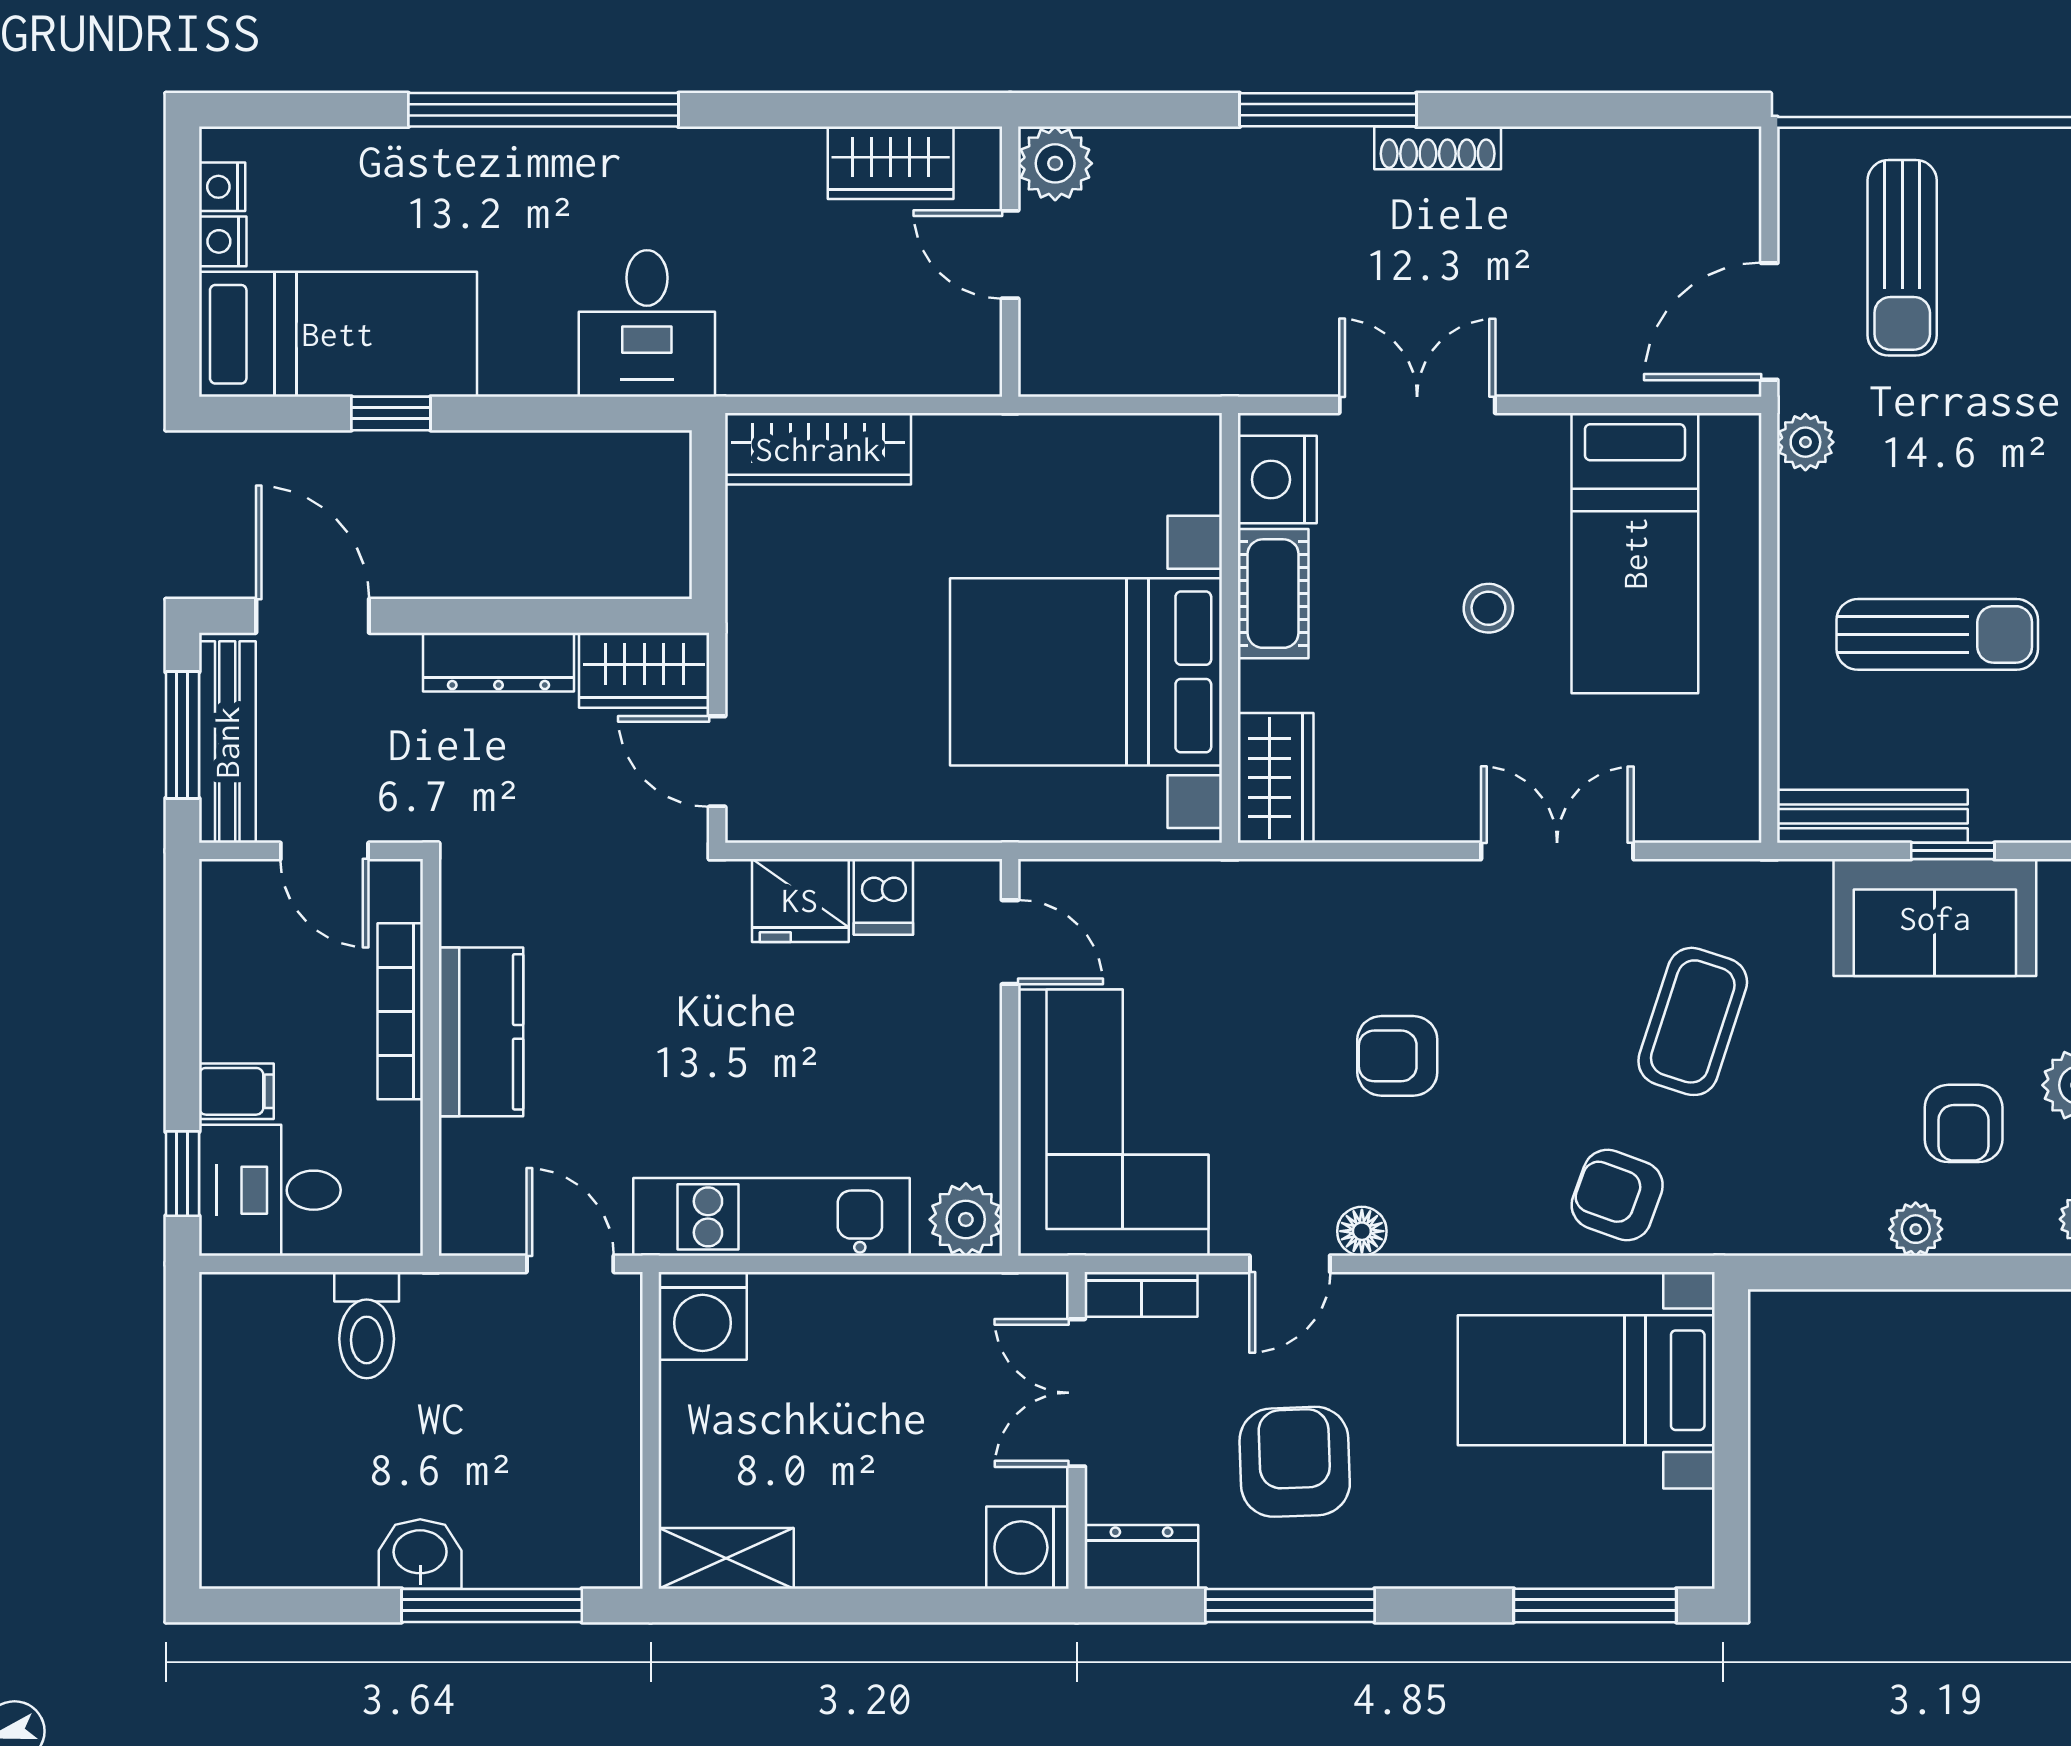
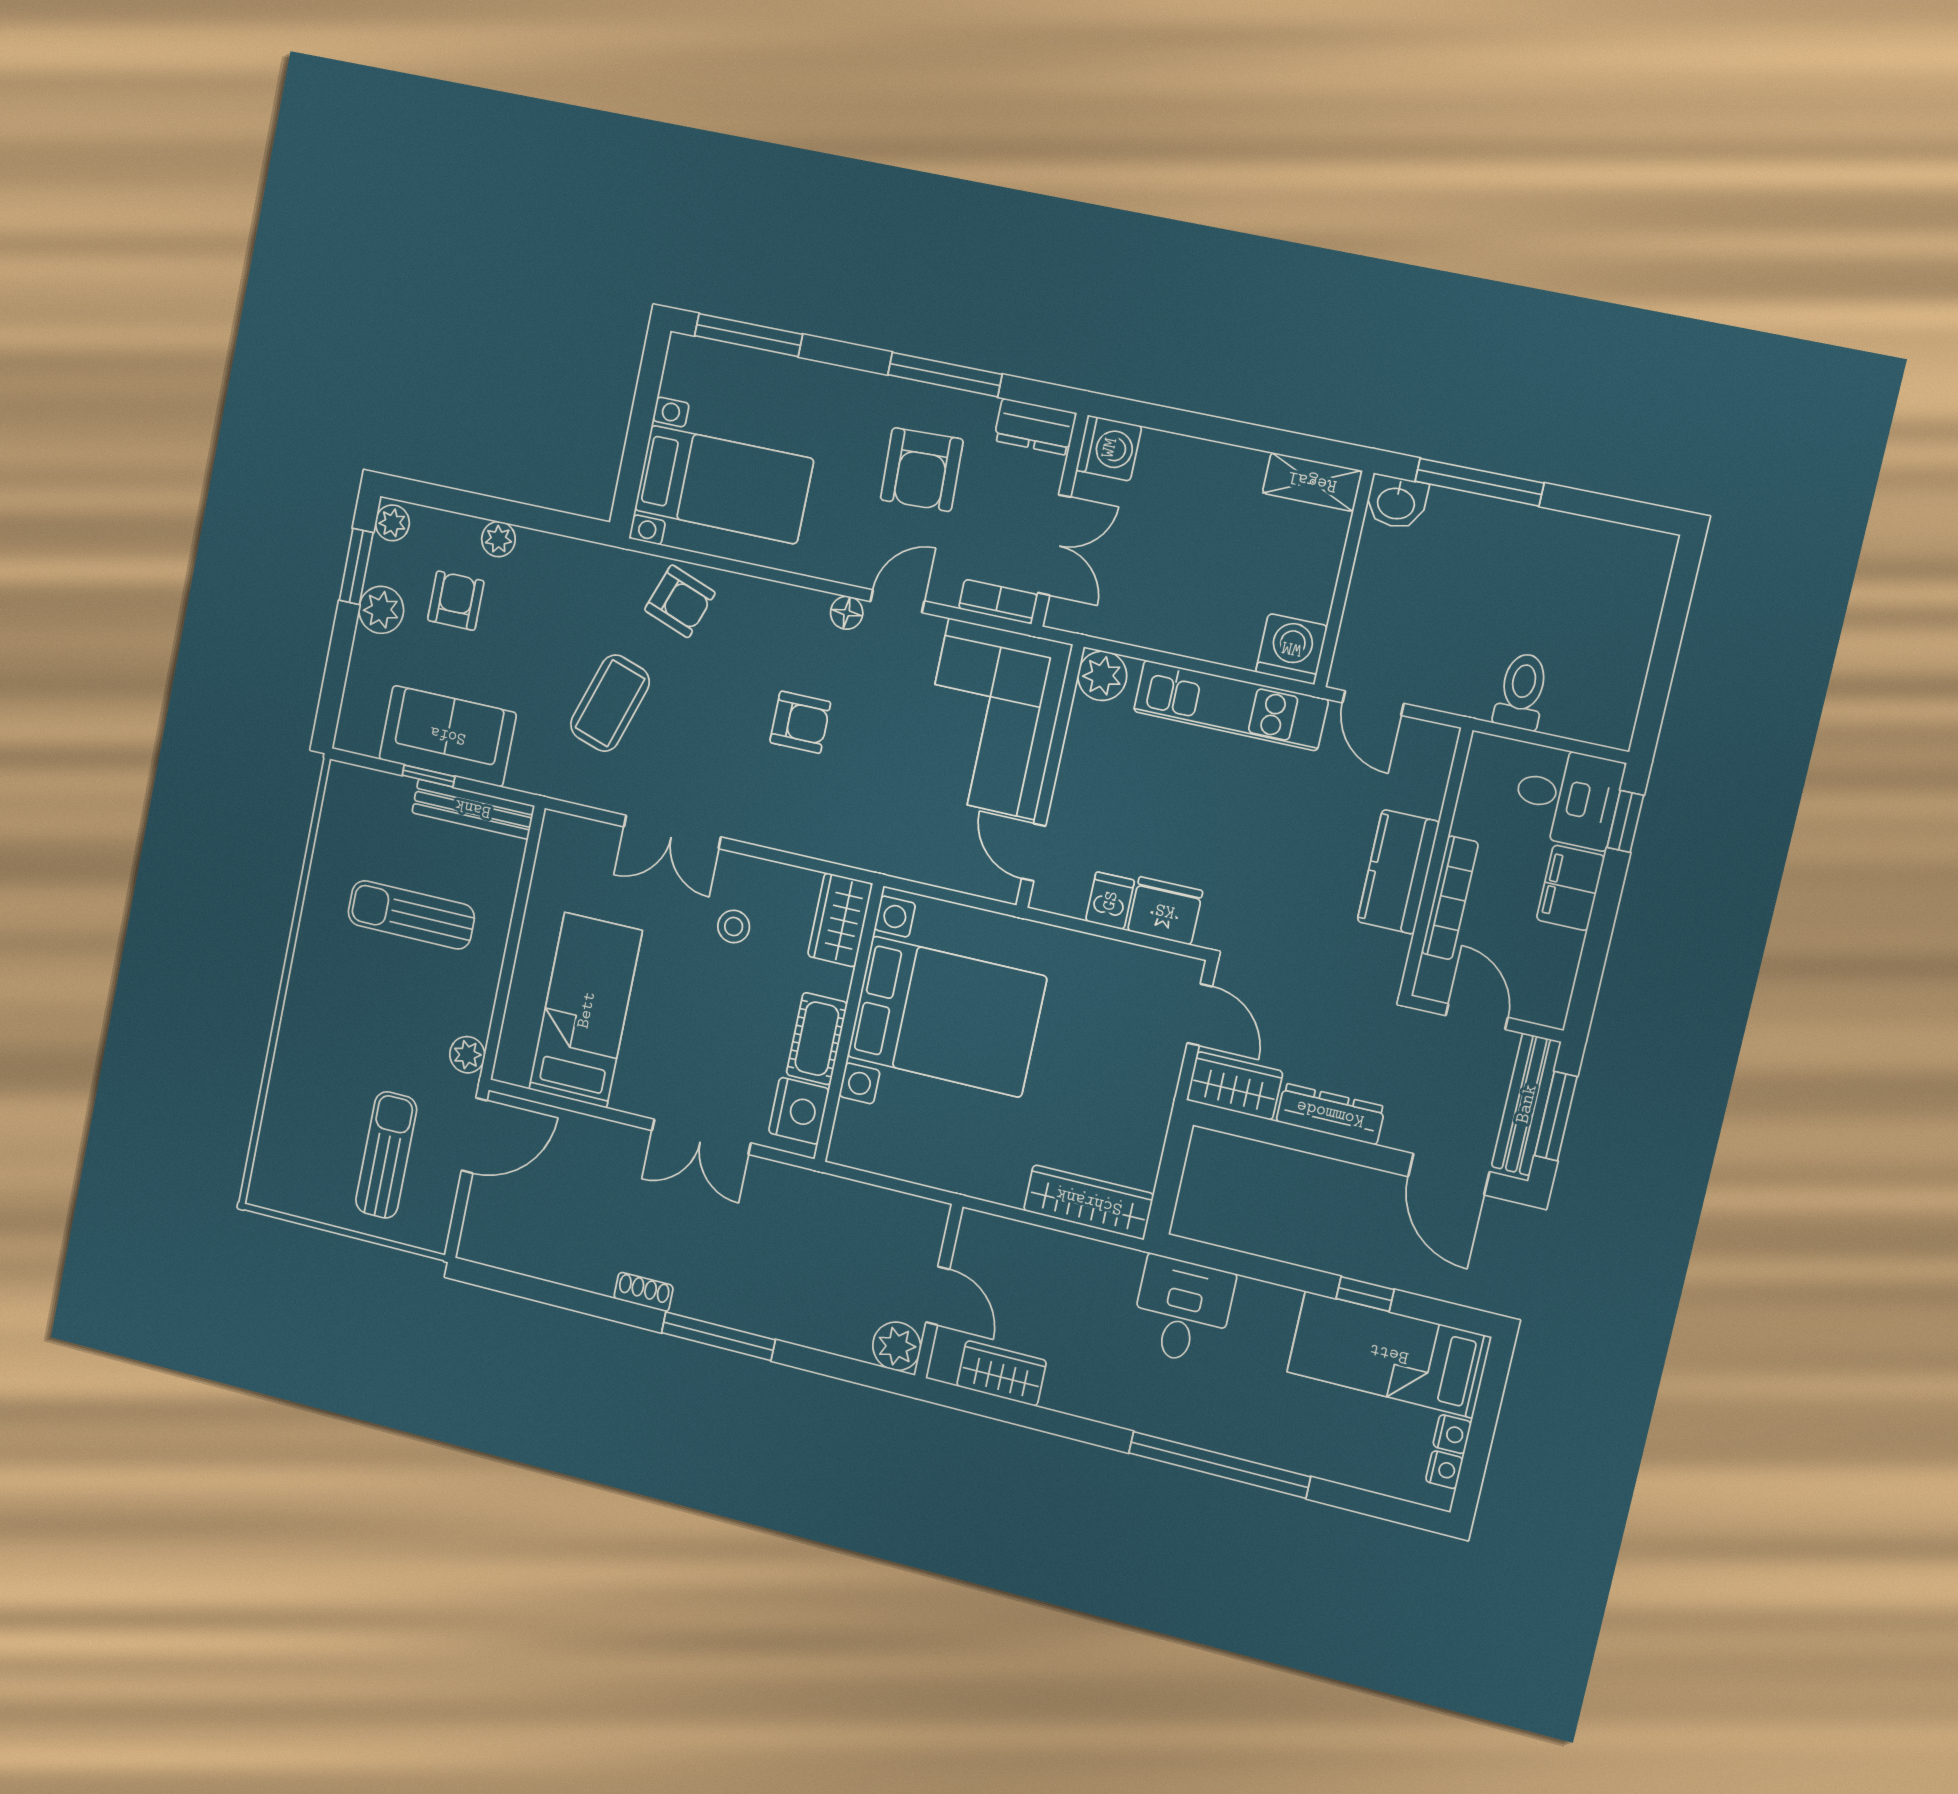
shoe rack: (1438, 148) -> (644, 1292), width x0.70
stool: (1488, 608) -> (734, 927), moved
filing cabinet: (236, 1091) -> (1570, 888), width x2.00
washbasin: (420, 1554) -> (1396, 502), moved

